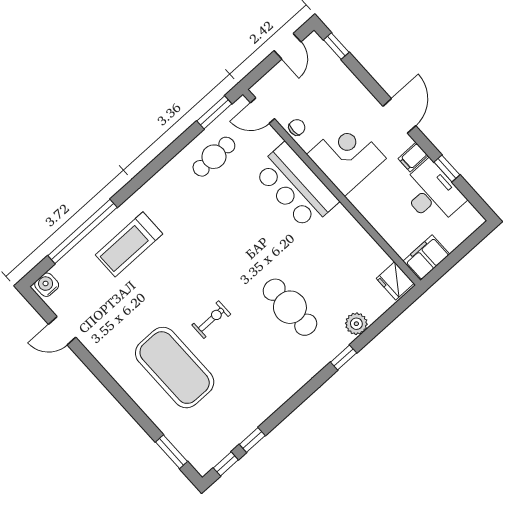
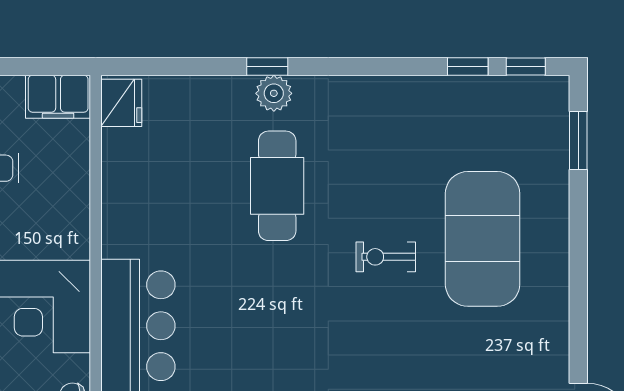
plant: (356, 324) -> (274, 93), moved

